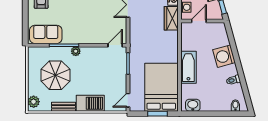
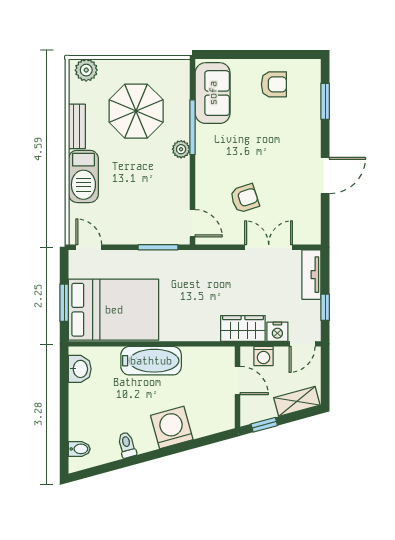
armchair: (102, 17) -> (245, 198), added

